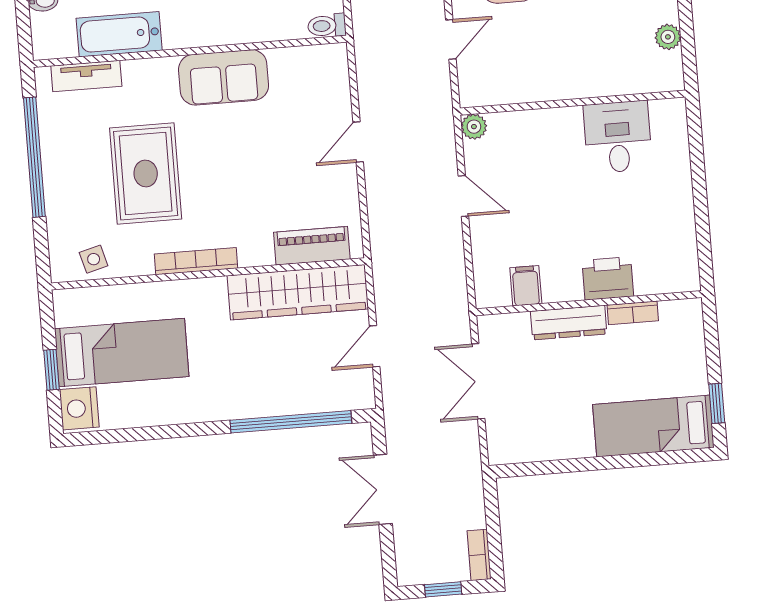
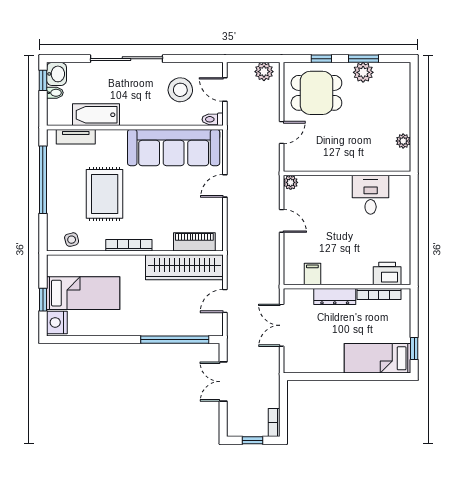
sofa: (224, 77) -> (174, 148), width x1.85, depth x1.27
printer: (608, 278) -> (387, 273), moved
bookcase: (633, 313) -> (379, 294), width x1.56

